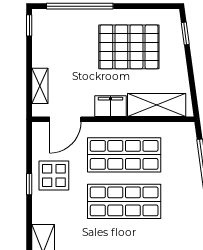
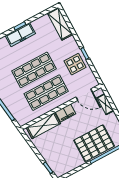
pallet: (129, 47) -> (94, 143), moved
door: (65, 119) -> (84, 95), swing flipped

